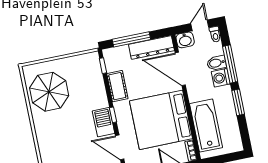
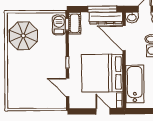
window: (131, 39) -> (102, 9), moved
cot: (117, 86) -> (75, 23), moved
barbecue: (104, 122) -> (59, 25), moved

